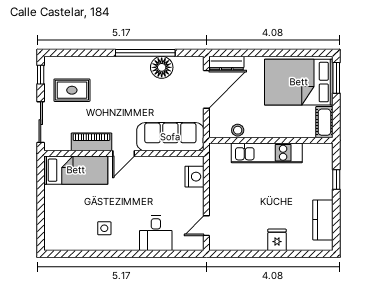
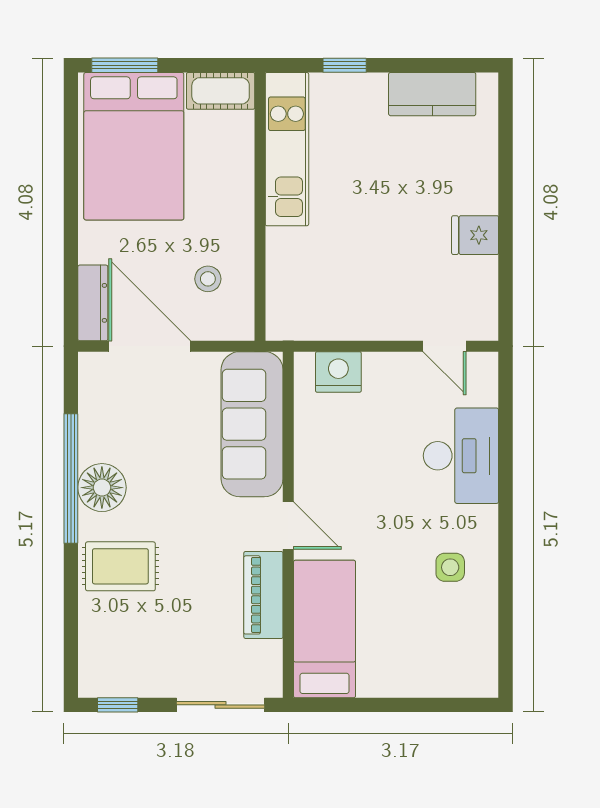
floor lamp: (162, 67) -> (102, 488), moved
rug: (72, 90) -> (120, 566), moved, turned 90
stool: (238, 130) -> (208, 279), moved
kitchen unit: (267, 153) -> (287, 149), moved
desk: (156, 233) -> (461, 456), width x1.37
fridge: (277, 240) -> (475, 235), moved

